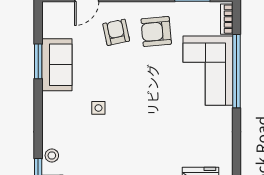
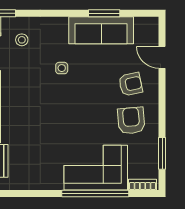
sofa: (57, 65) -> (101, 30), width x1.36
stool: (52, 155) -> (22, 40), moved

